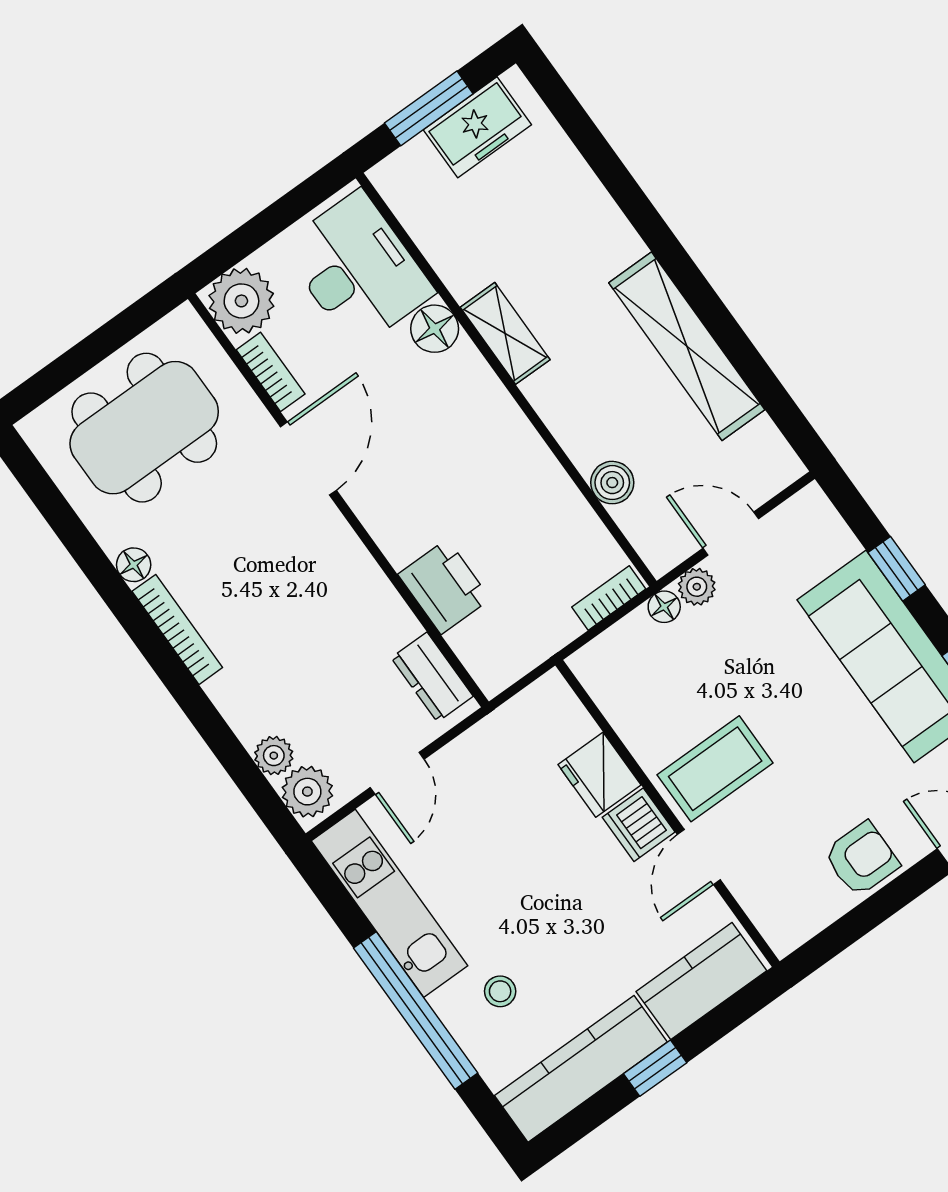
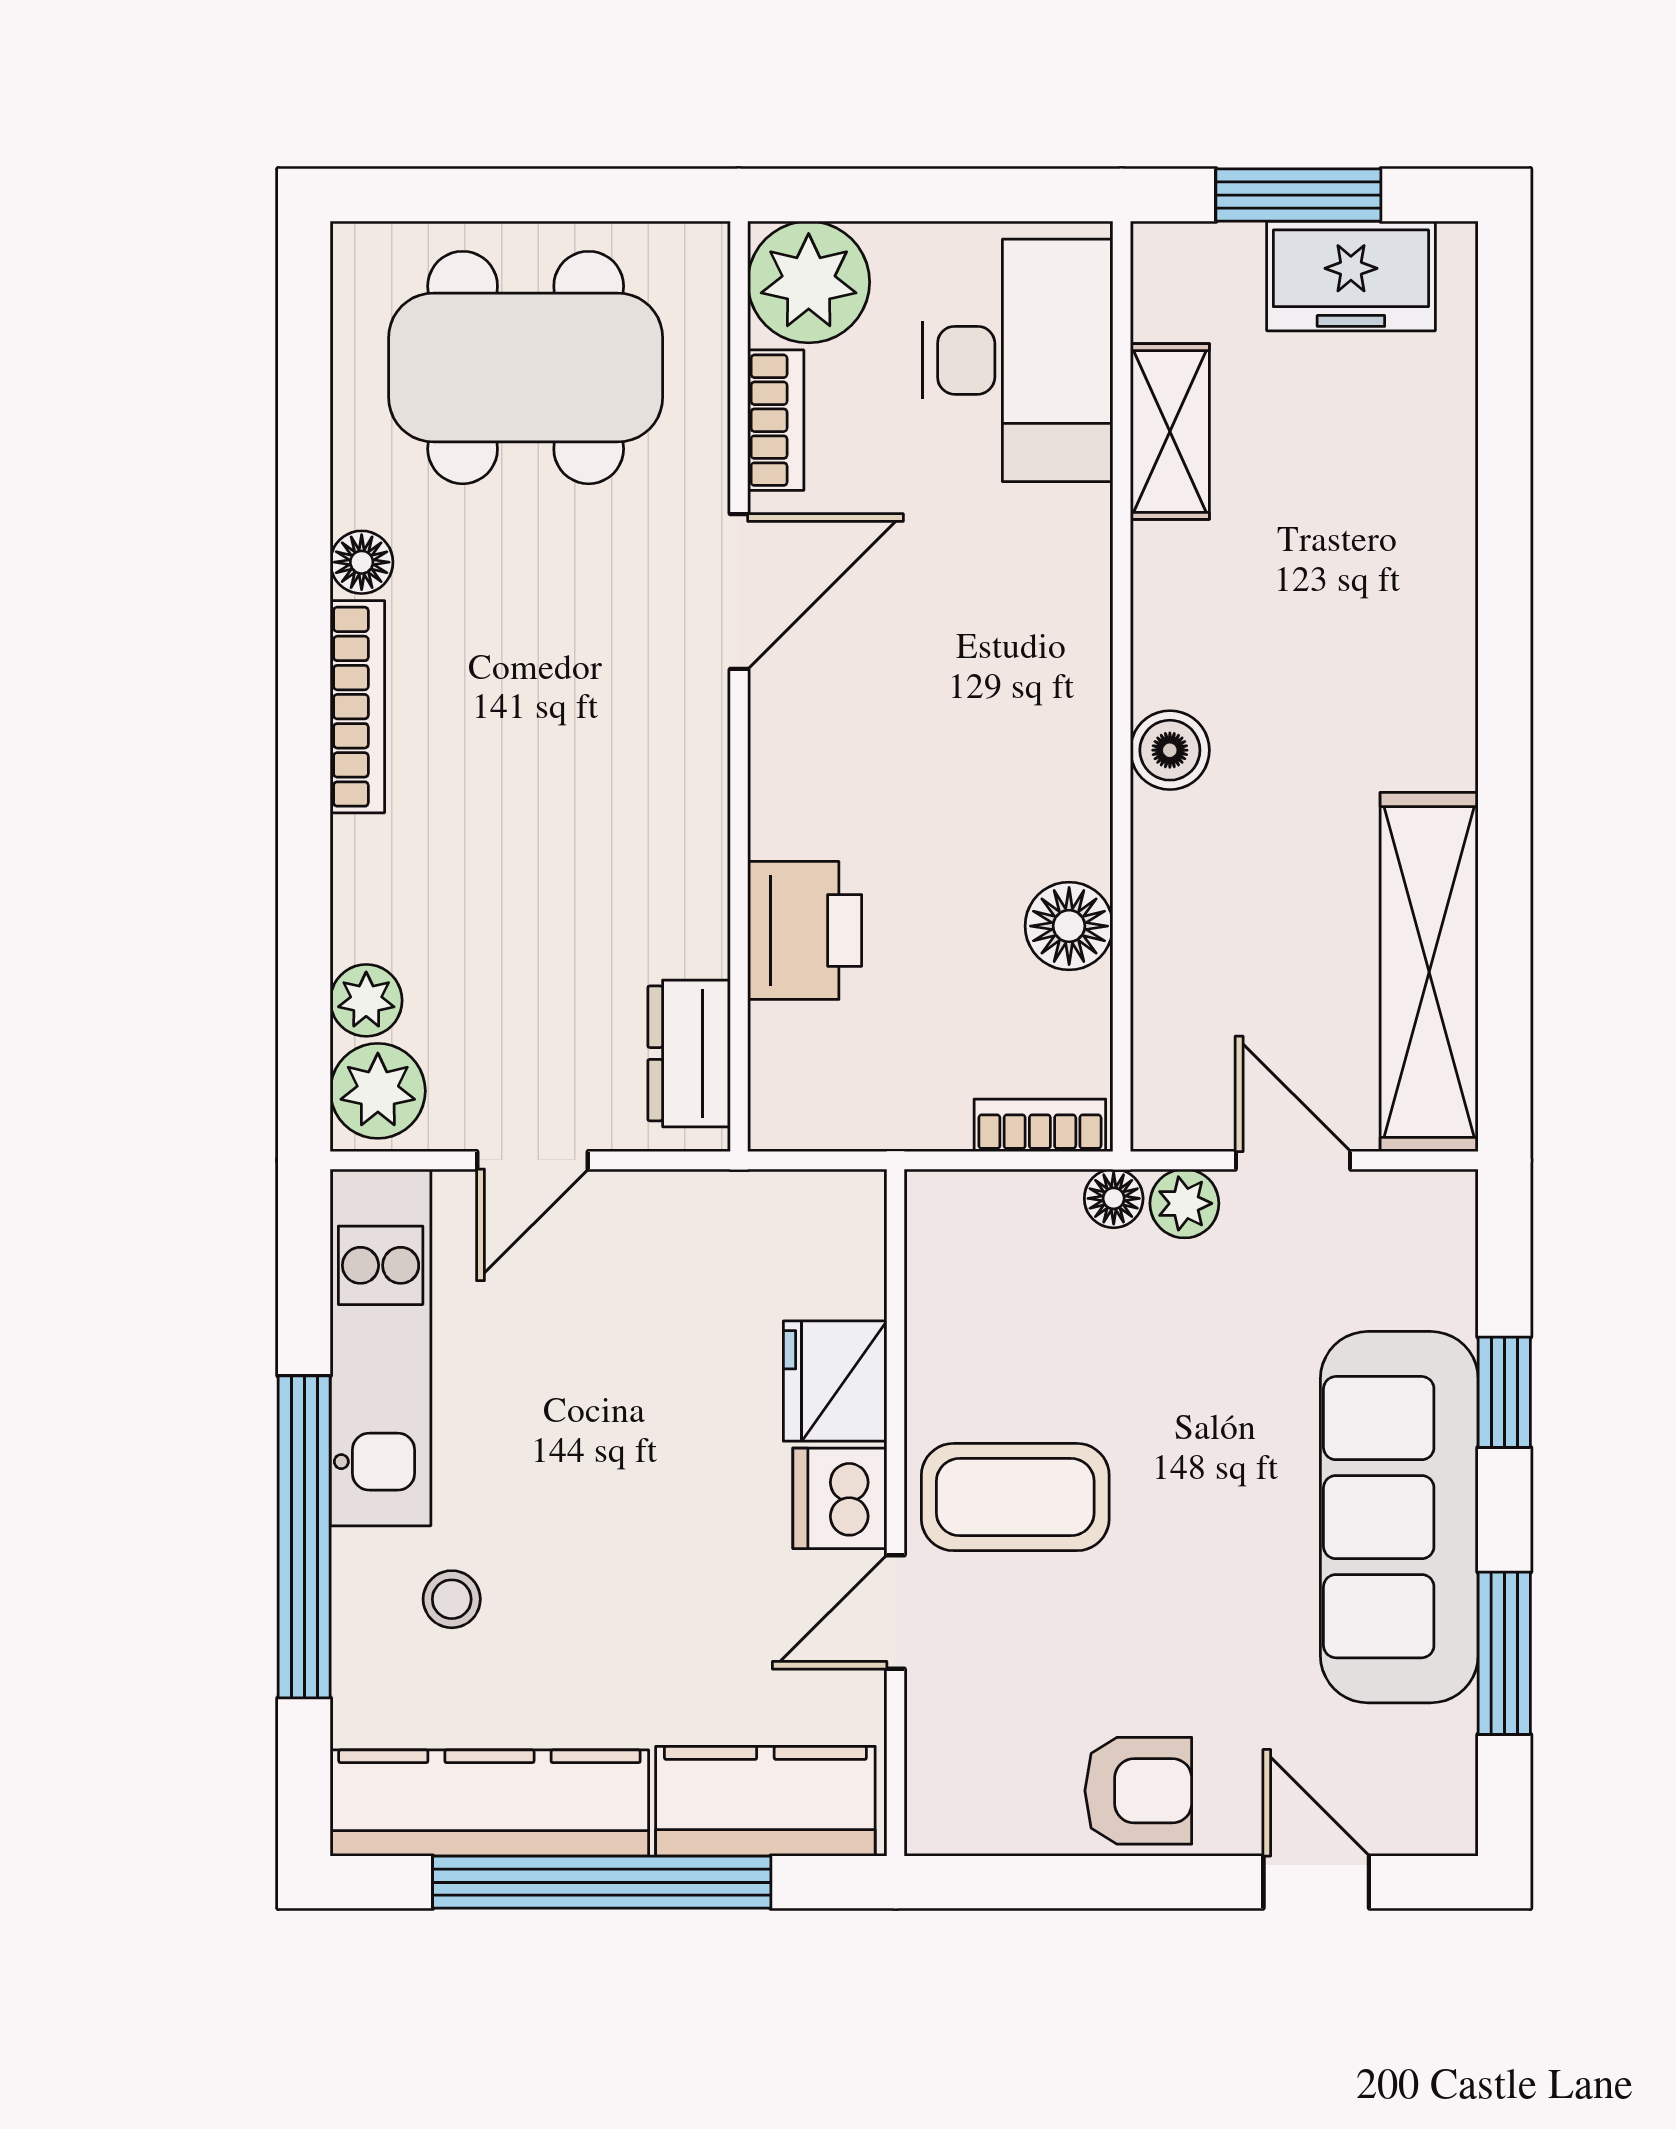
floor lamp: (435, 329) -> (1069, 926), moved
shelving: (505, 333) -> (1170, 431), moved
shelving: (687, 346) -> (1429, 972), moved
boiler: (612, 483) -> (1170, 750), moved
window: (655, 1068) -> (602, 1882), width x3.17

